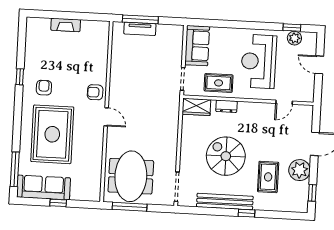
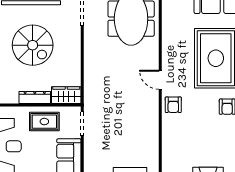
armchair: (95, 92) -> (173, 105), turned 90
dresser: (226, 106) -> (35, 97), width x1.44

